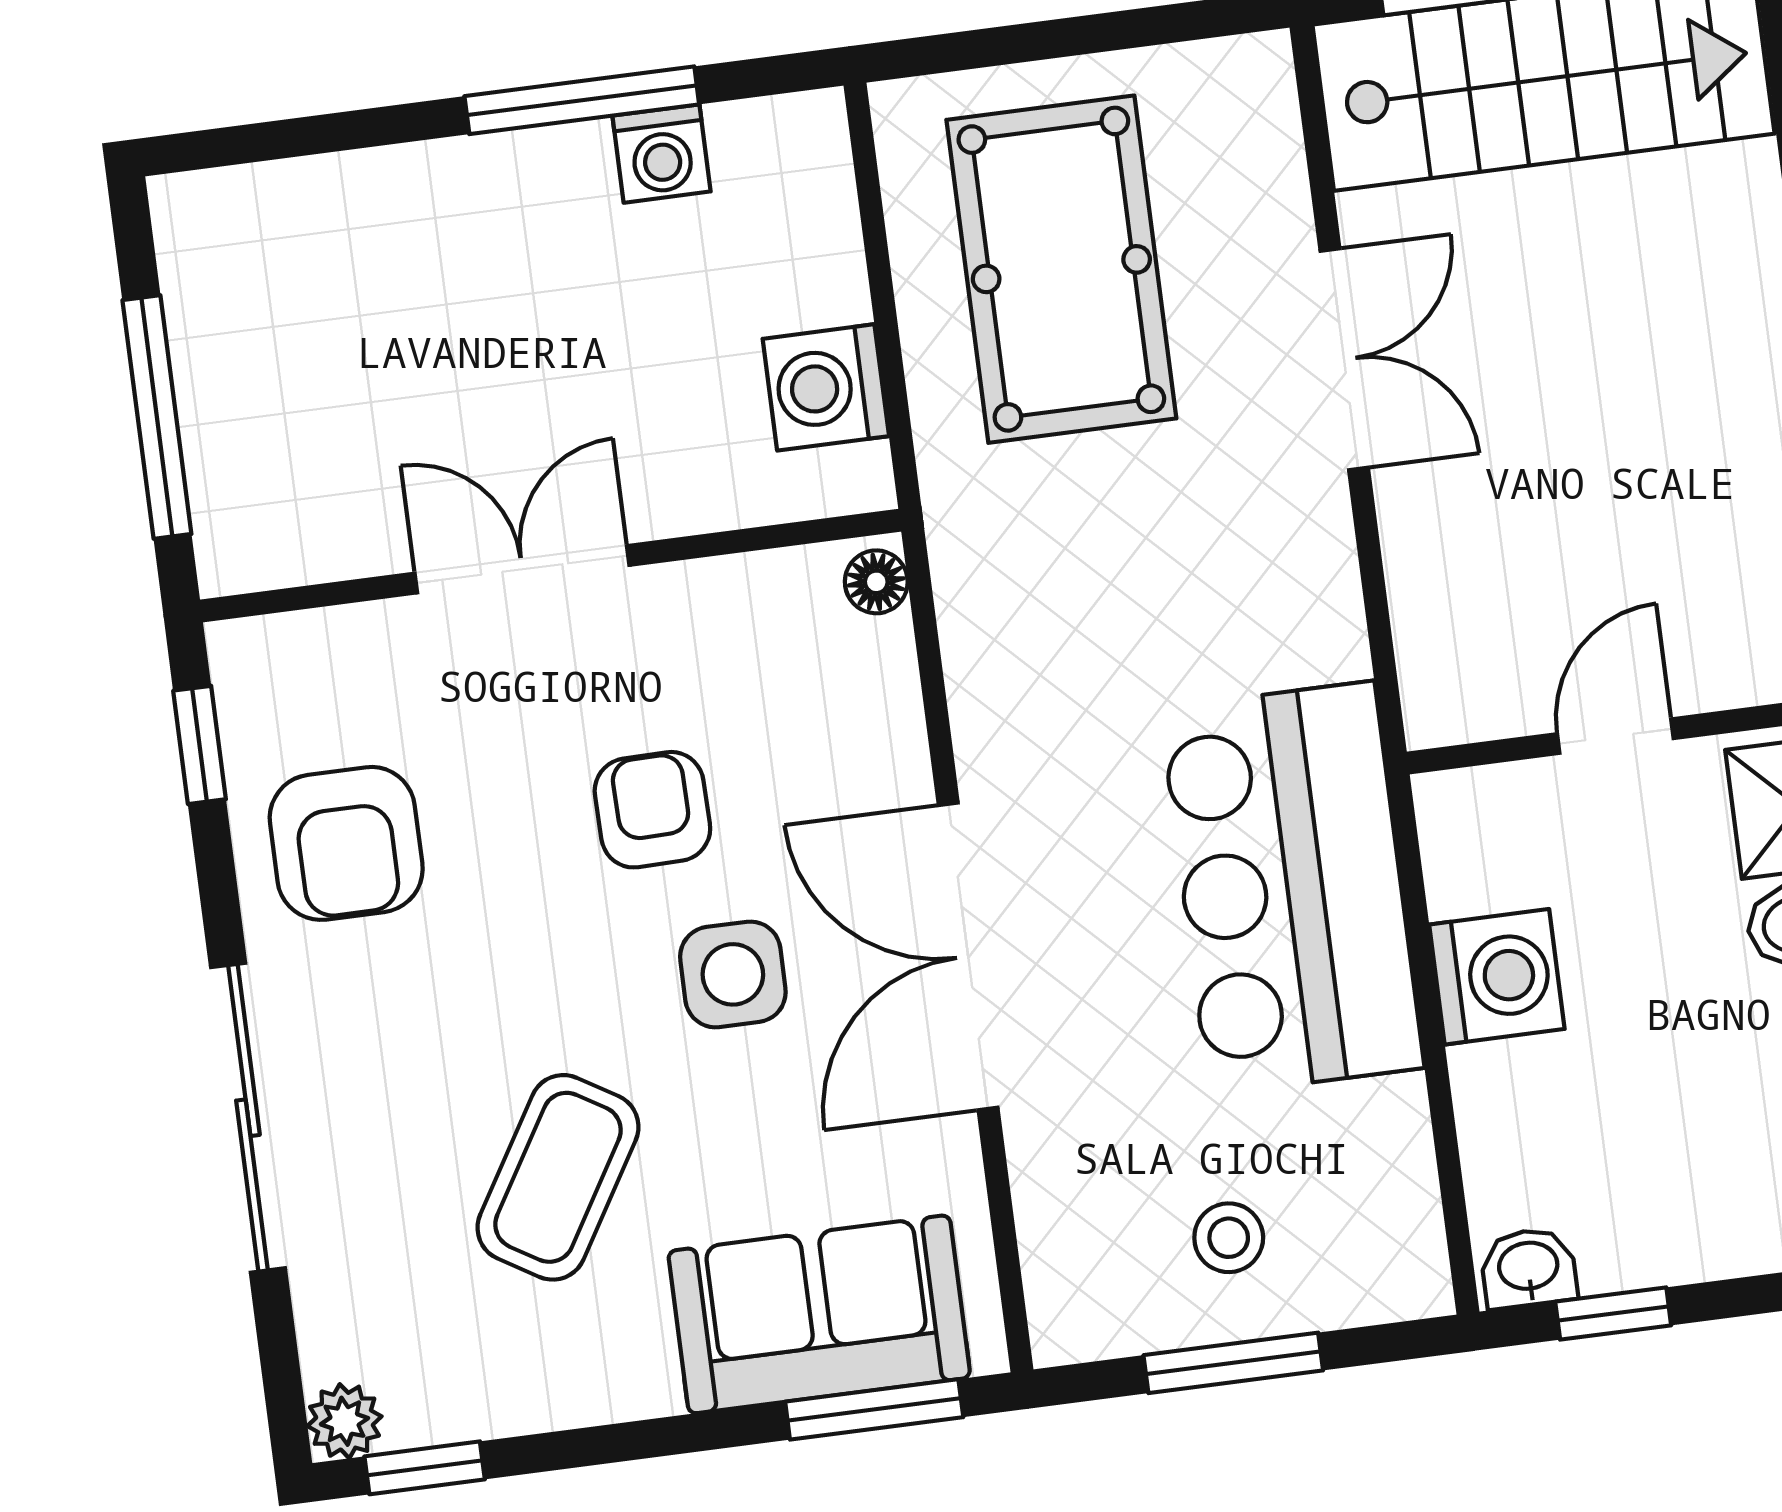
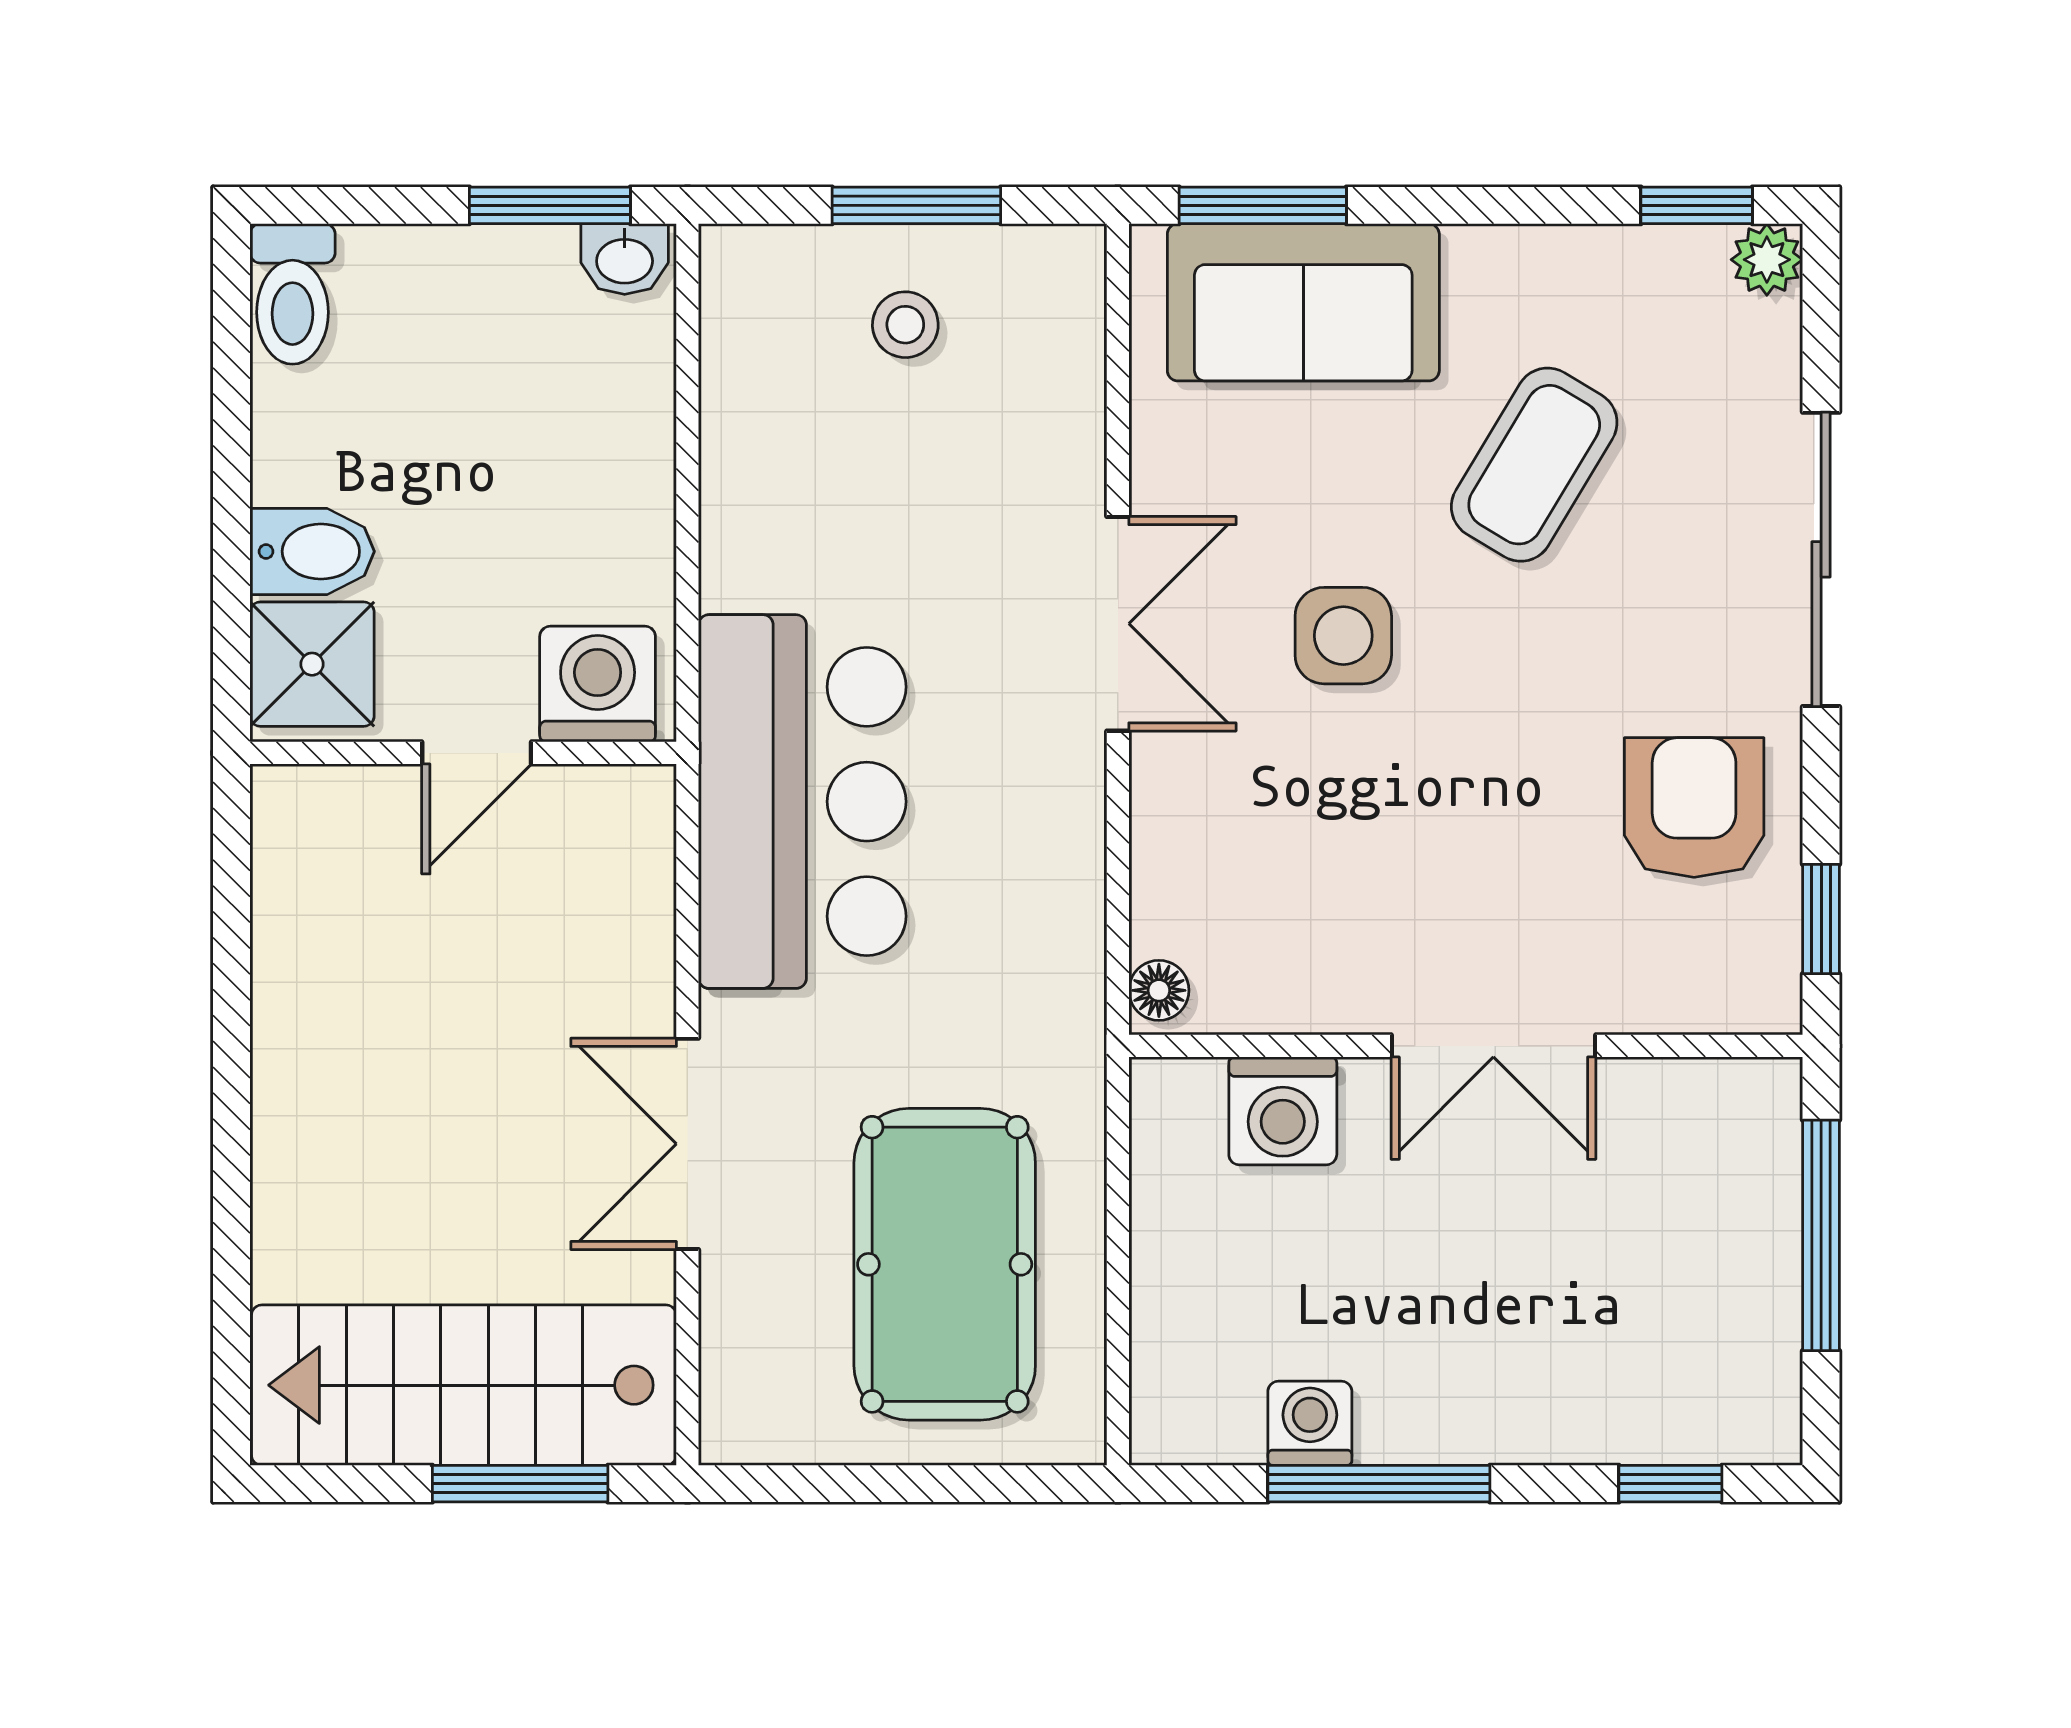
window: (280, 140) -> (1670, 1484), added
washing machine: (826, 387) -> (1283, 1111), moved, turned 90
armchair: (652, 810) -> (1399, 802), removed
bar counter: (1292, 888) -> (802, 802), moved
double door: (968, 956) -> (1118, 624), width x0.73
washing machine: (1497, 977) -> (598, 684), moved, turned 90
window: (1613, 1313) -> (550, 205), width x1.50

